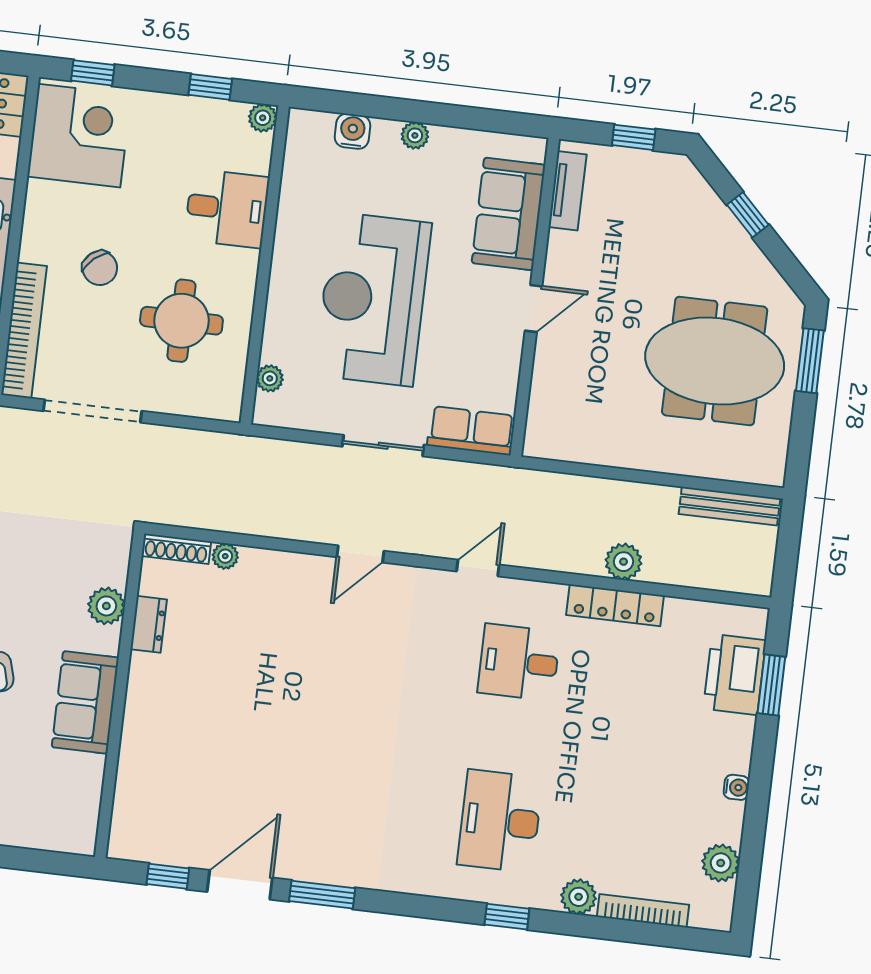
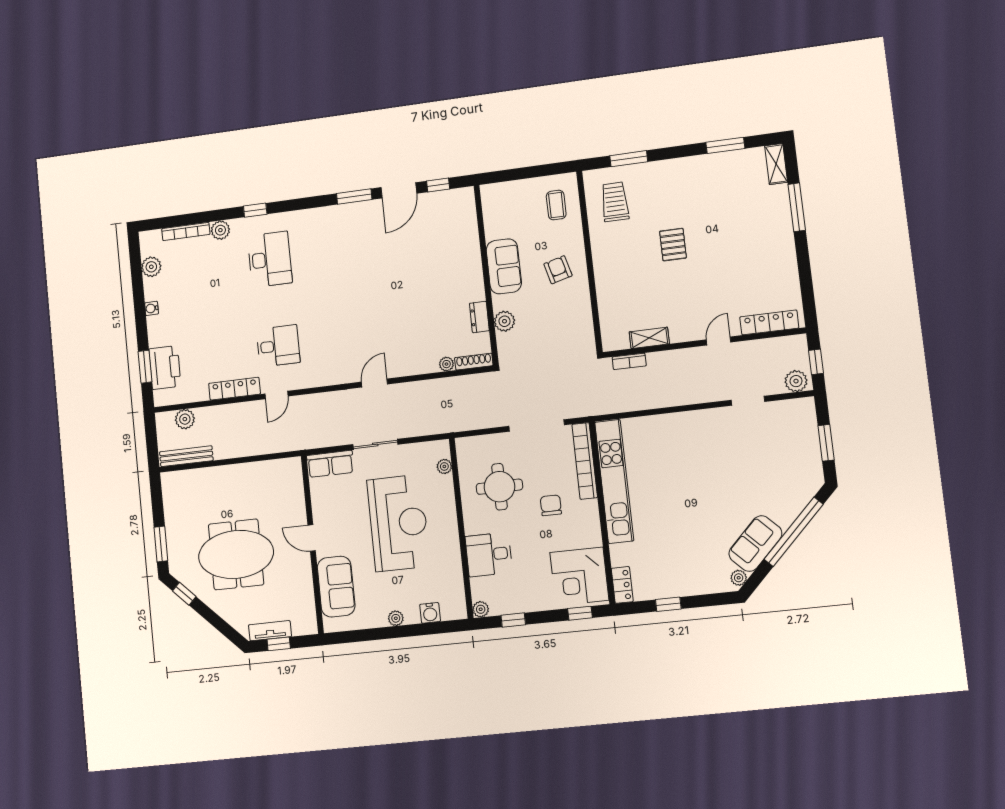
tv unit: (567, 191) -> (270, 631), moved, turned 90
window: (748, 215) -> (184, 594), moved
chair: (100, 268) -> (551, 505), turned 41
door: (533, 309) -> (312, 538), hinge flipped
meeting table: (715, 361) -> (236, 554), moved
plant: (624, 562) -> (185, 419), moved
door: (478, 568) -> (277, 395), moved

